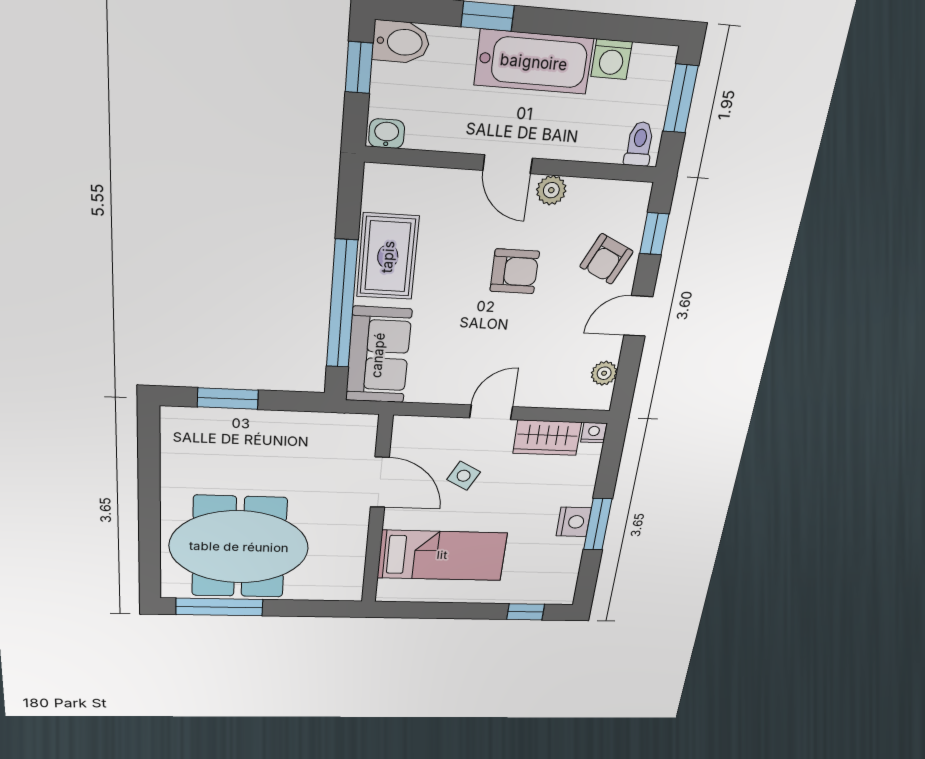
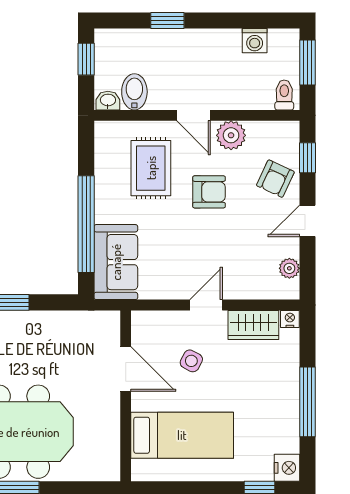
bidet: (401, 42) -> (134, 92), moved, turned -90
bathtub: (534, 62) -> (202, 46), removed
plant: (551, 190) -> (231, 135), width x1.38, depth x1.38
rug: (388, 257) -> (151, 168), moved
nightstand: (574, 522) -> (287, 468), moved
window: (598, 524) -> (307, 402), width x1.44

